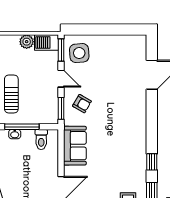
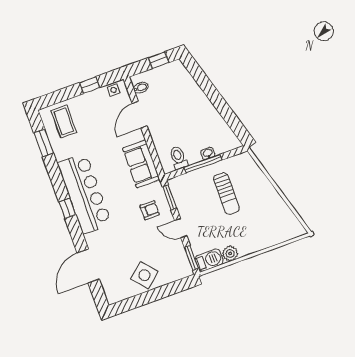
side table: (79, 53) -> (144, 275), moved, turned -37
armchair: (82, 104) -> (150, 210), turned 150
bar counter: (133, 138) -> (84, 193), added
window: (152, 162) -> (67, 208), moved

